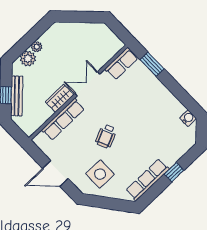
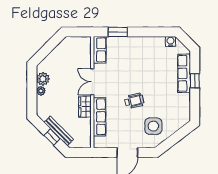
plant: (28, 59) -> (43, 79), moved
wheelchair: (106, 136) -> (134, 101), turned -78
row of seats: (147, 180) -> (184, 73), moved

